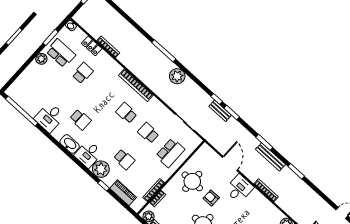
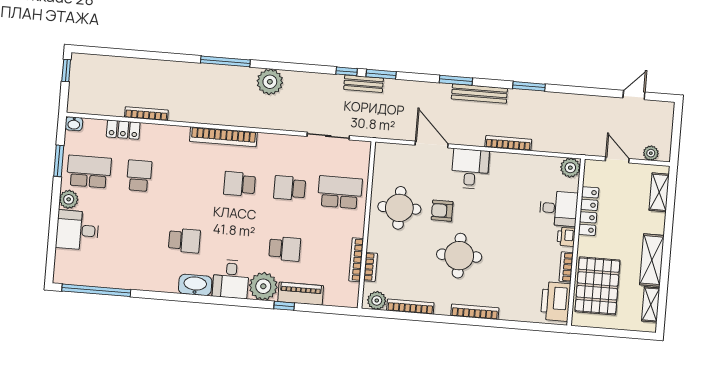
desk: (50, 117) -> (77, 230), moved, turned 90
school desk: (170, 153) -> (340, 192), turned -90
piano: (123, 193) -> (301, 294), moved

